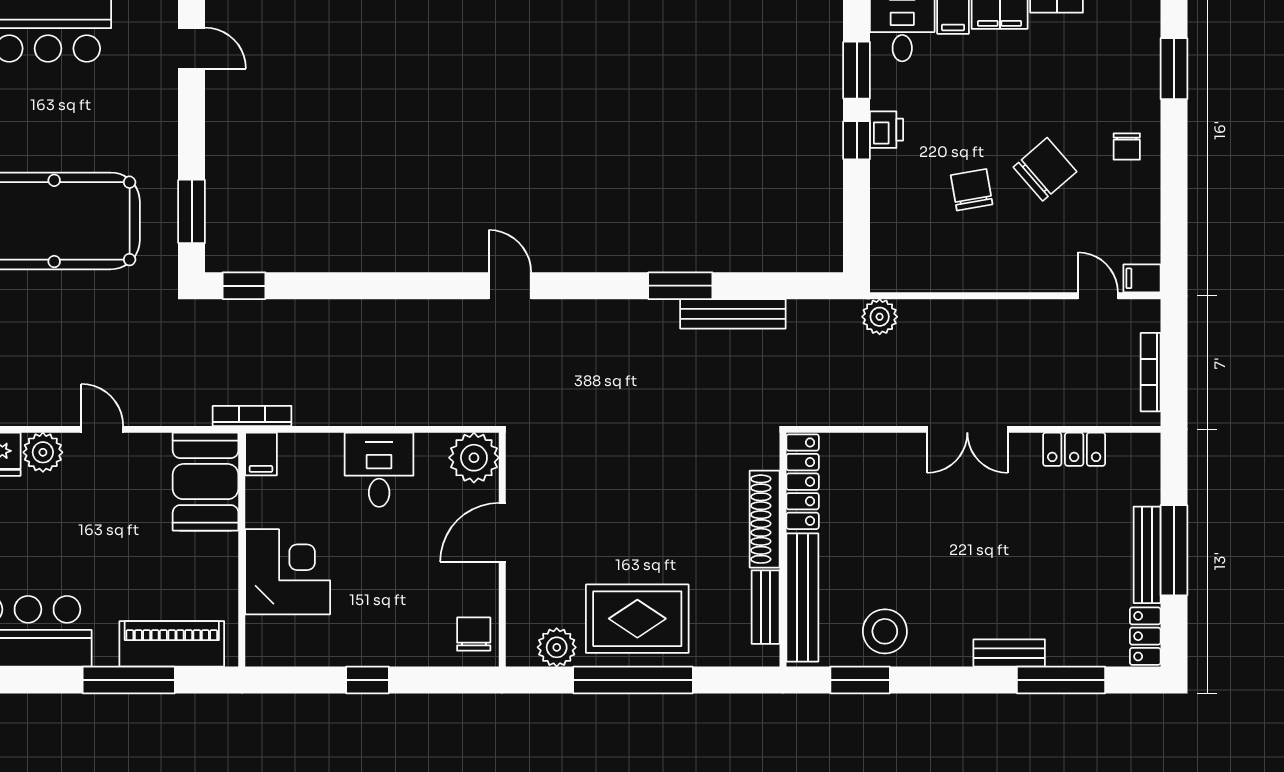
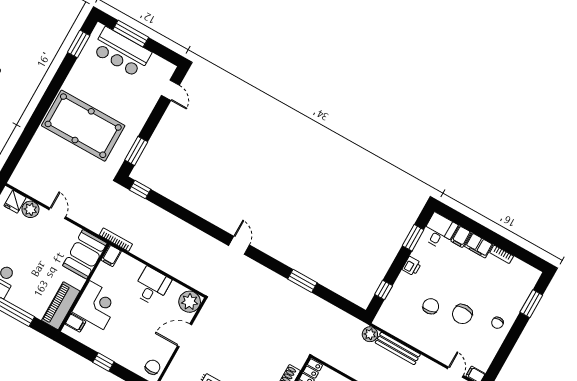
window: (857, 140) -> (384, 290), moved
chair: (1045, 169) -> (462, 314), turned 131
bench: (733, 314) -> (398, 348), moved
filing cabinet: (265, 632) -> (75, 323), added
piano: (172, 644) -> (61, 306), moved, turned -90

